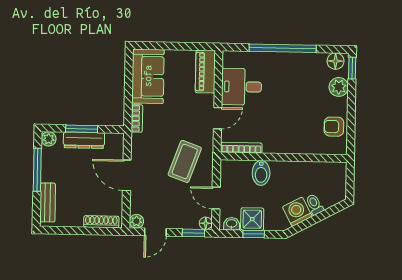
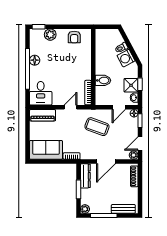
floor lamp: (336, 61) -> (35, 60), moved
desk: (241, 87) -> (41, 93), moved
door: (218, 118) -> (70, 107), hinge flipped
dresser: (84, 140) -> (85, 176), moved
door: (155, 232) -> (140, 144), swing flipped

